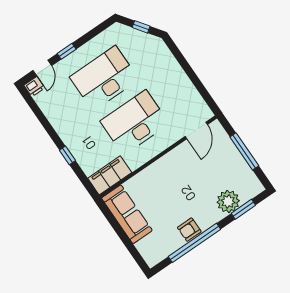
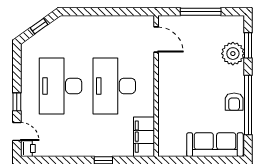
sofa: (127, 214) -> (215, 145), moved

